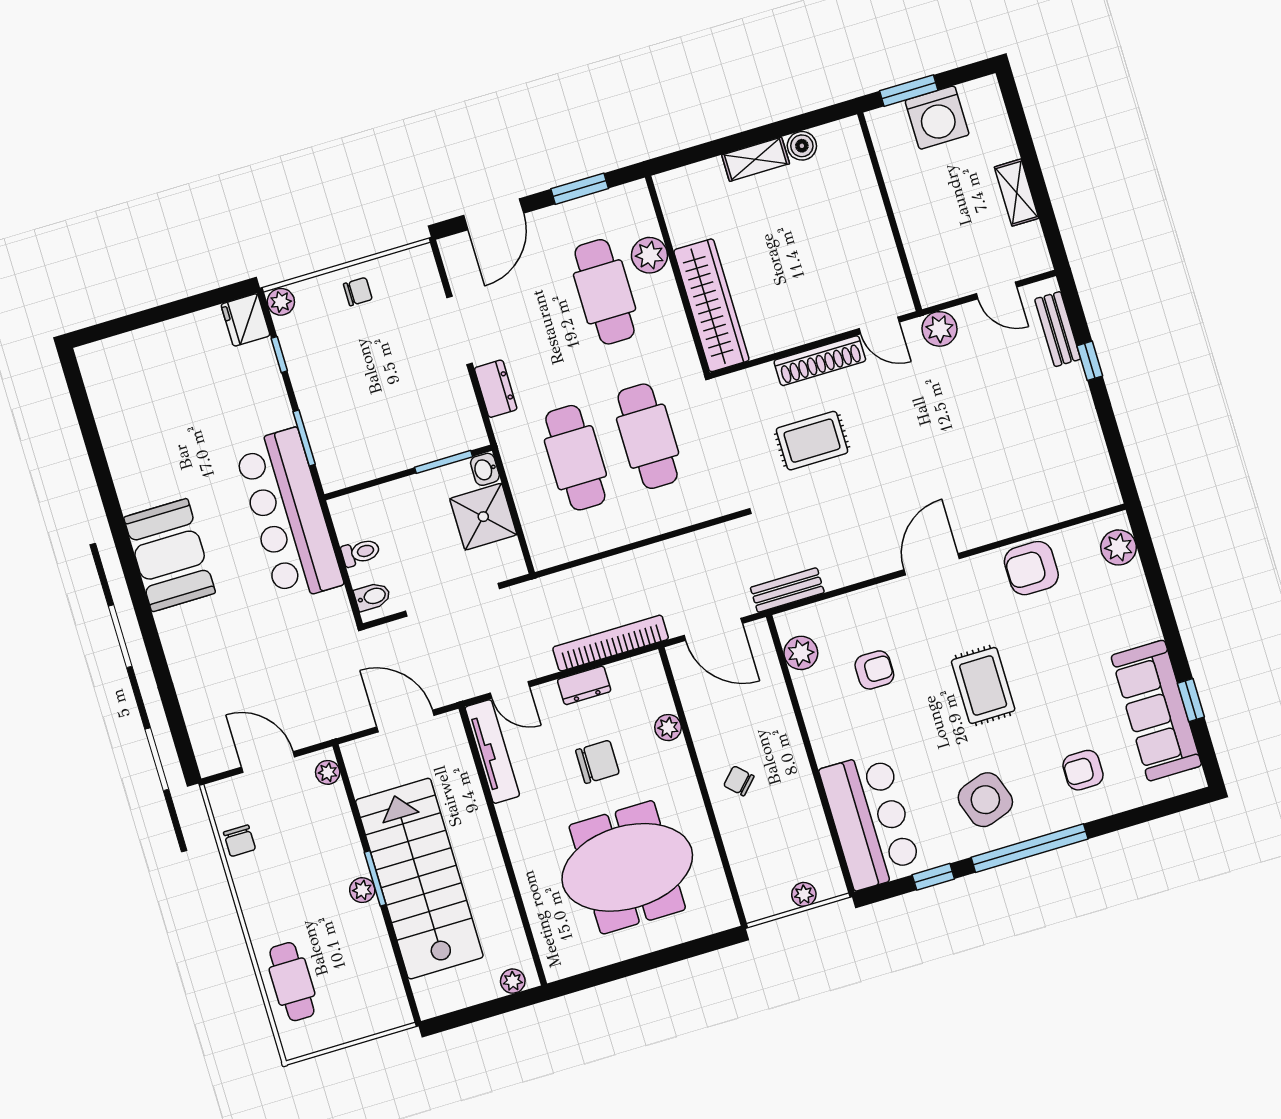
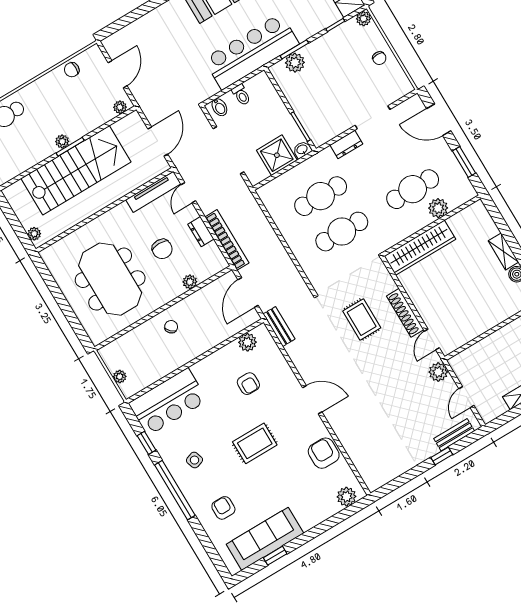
plant: (328, 443) -> (295, 63), added
side table: (985, 800) -> (194, 460), width x0.54, depth x0.54

